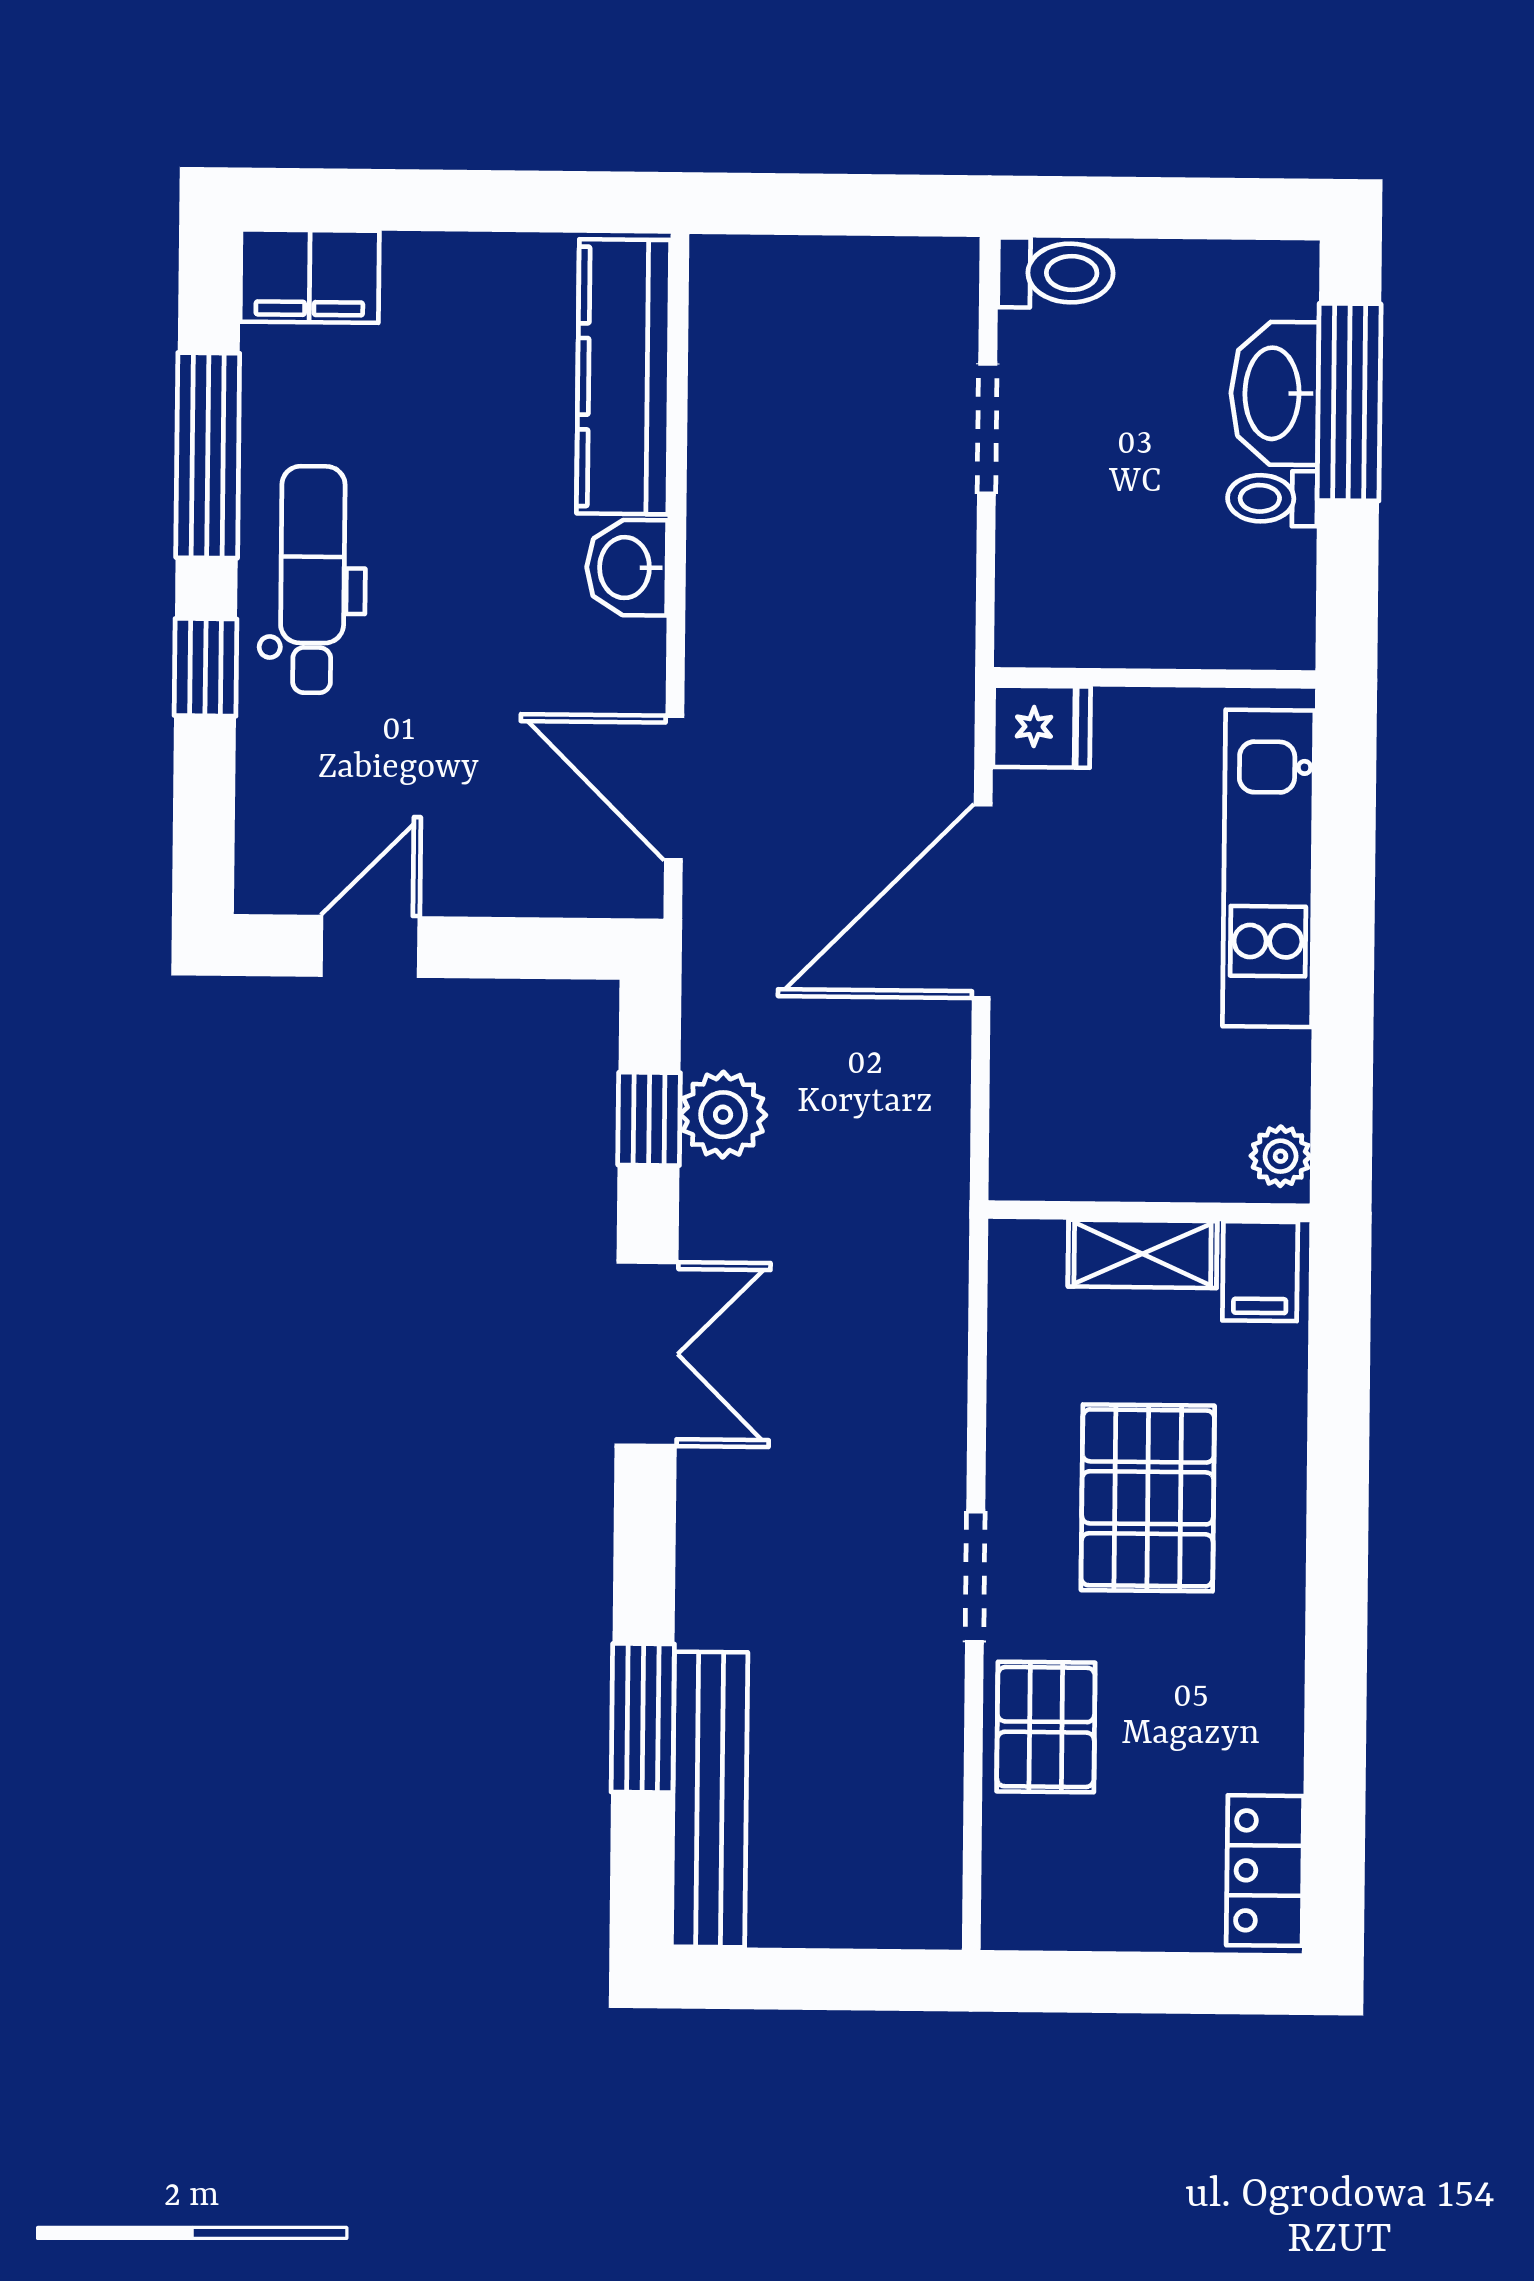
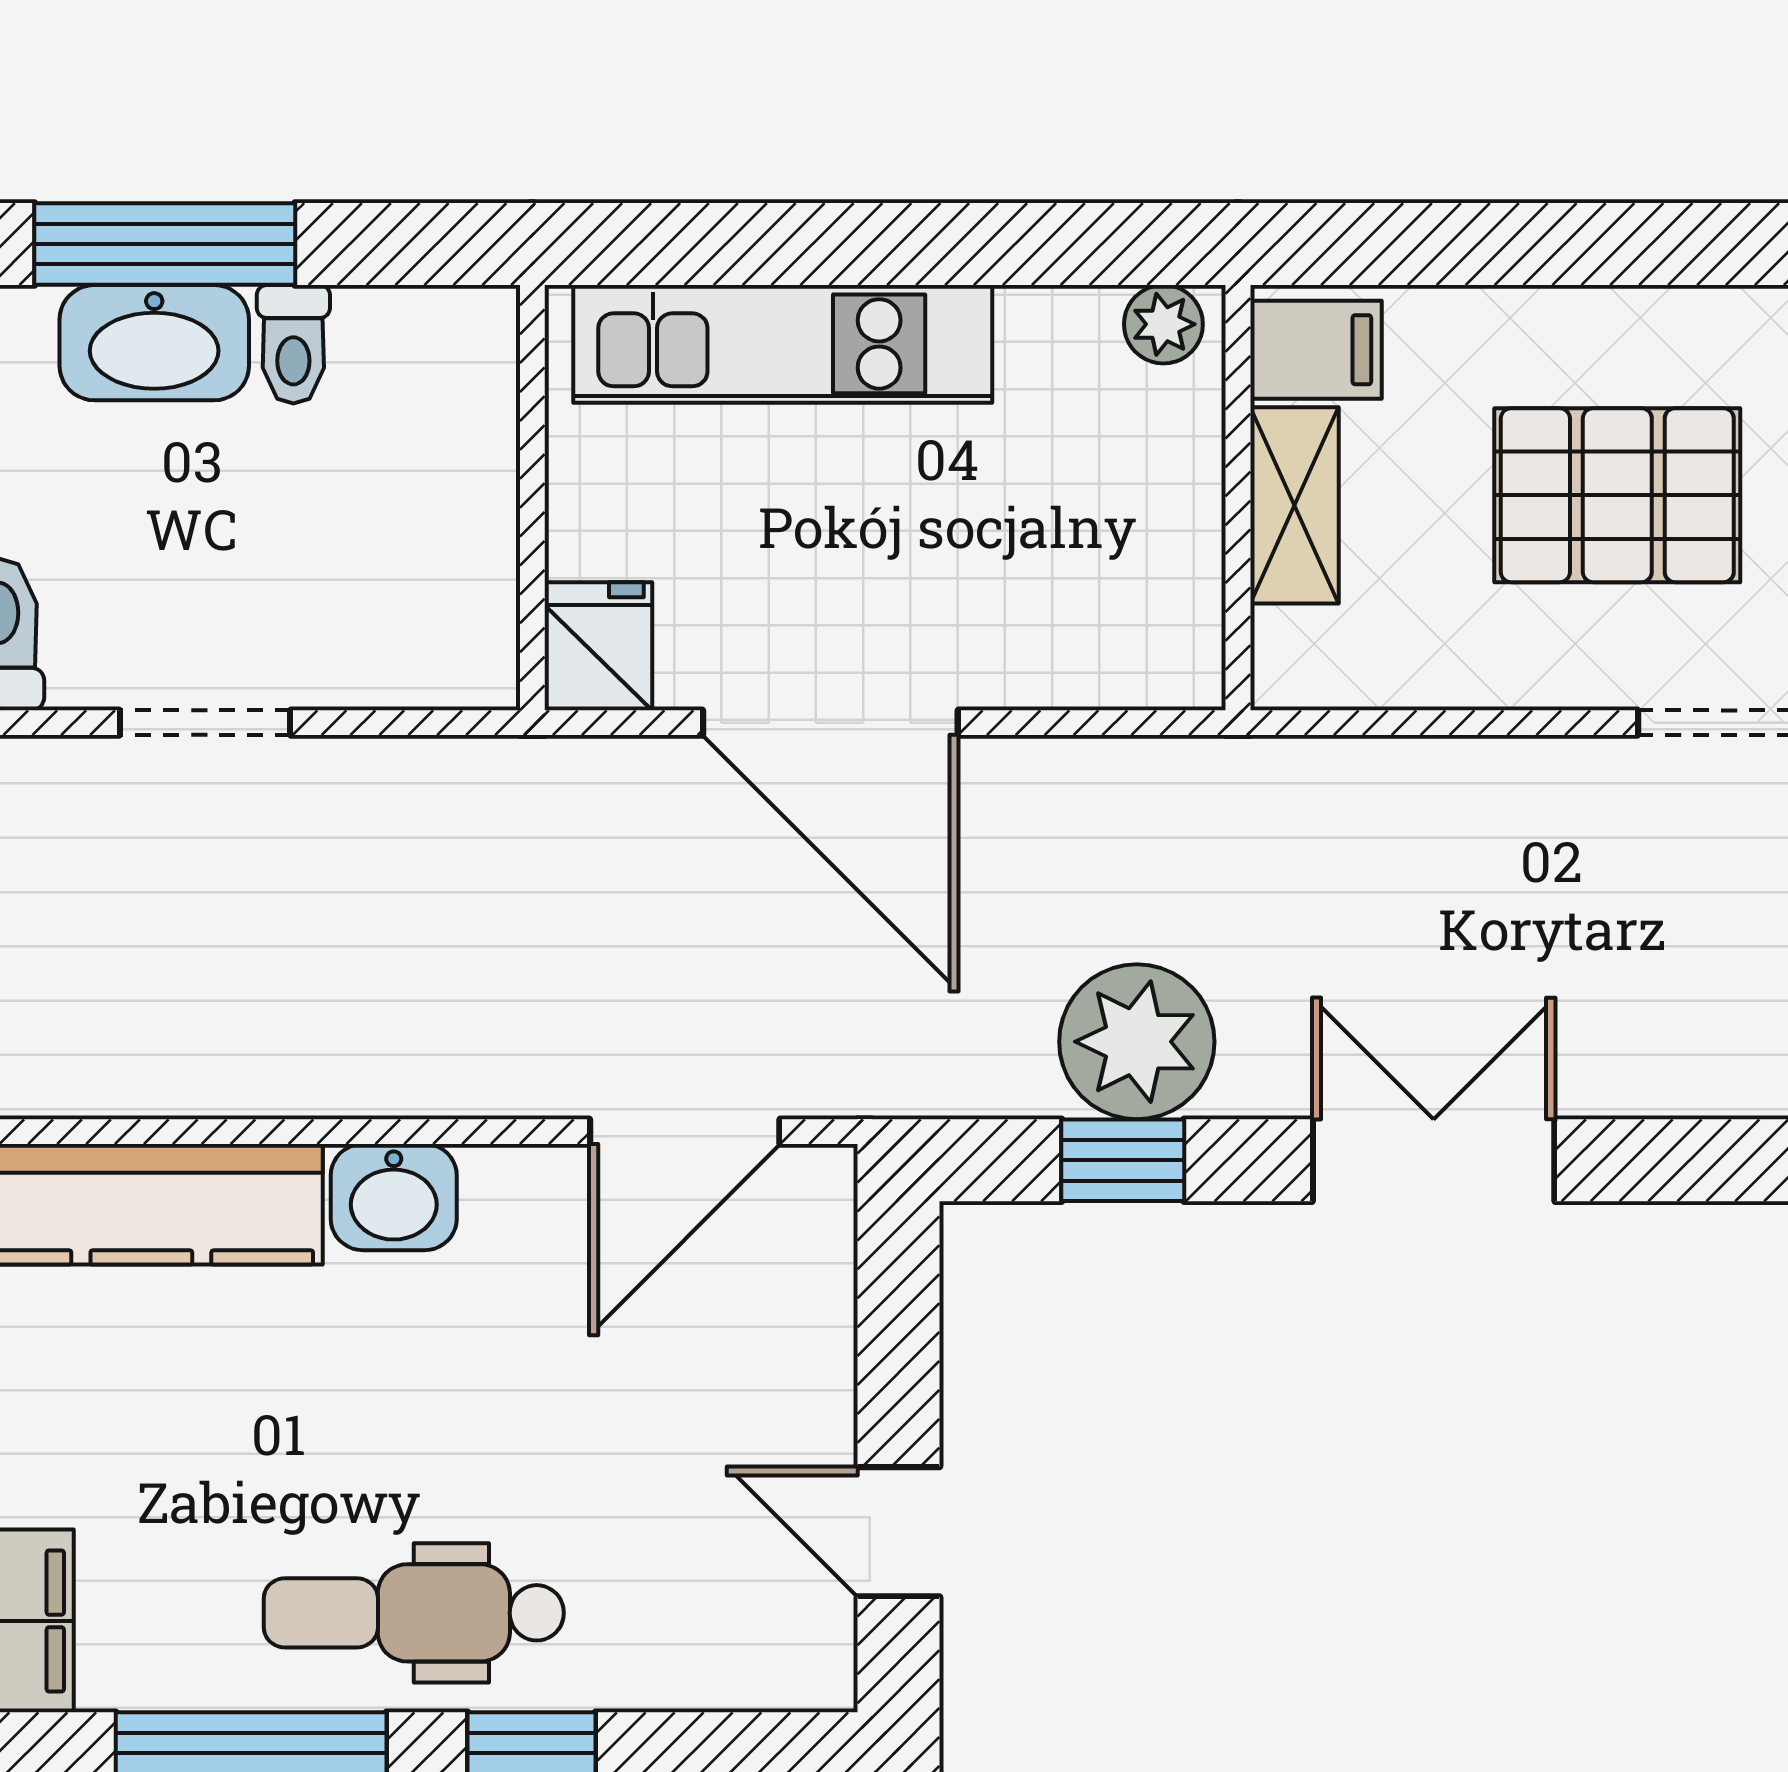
plant: (723, 1115) -> (1137, 1042), width x1.36, depth x1.36

